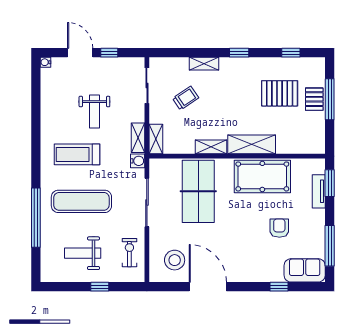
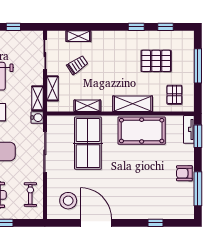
window: (239, 53) -> (136, 27), moved
shelving: (204, 64) -> (78, 36), moved
pallet: (314, 99) -> (174, 95), moved
shelving: (156, 139) -> (52, 88), moved
shelving: (211, 147) -> (87, 106), moved
tv unit: (319, 191) -> (189, 129), moved
armchair: (279, 228) -> (184, 173), moved, turned -90
sofa: (305, 270) -> (177, 209), removed

